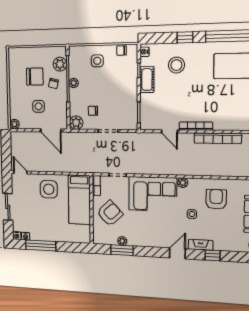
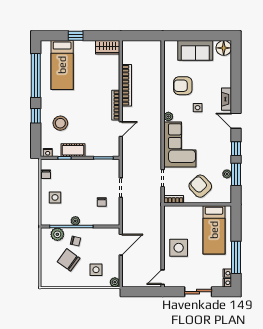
chair: (35, 77) -> (69, 260), turned -54
side table: (39, 106) -> (96, 270), moved
plant: (76, 123) -> (113, 219), removed
bed: (79, 200) -> (214, 230), moved, turned 90
window: (213, 255) -> (236, 149), moved

